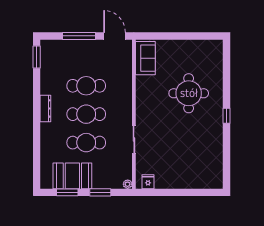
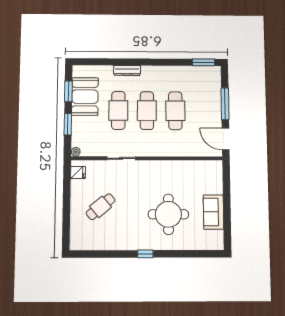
door: (115, 36) -> (226, 139), swing flipped
sofa: (145, 58) -> (213, 212), moved, turned 90
dresser: (45, 108) -> (127, 70), moved
cafe table: (181, 159) -> (101, 207), added

